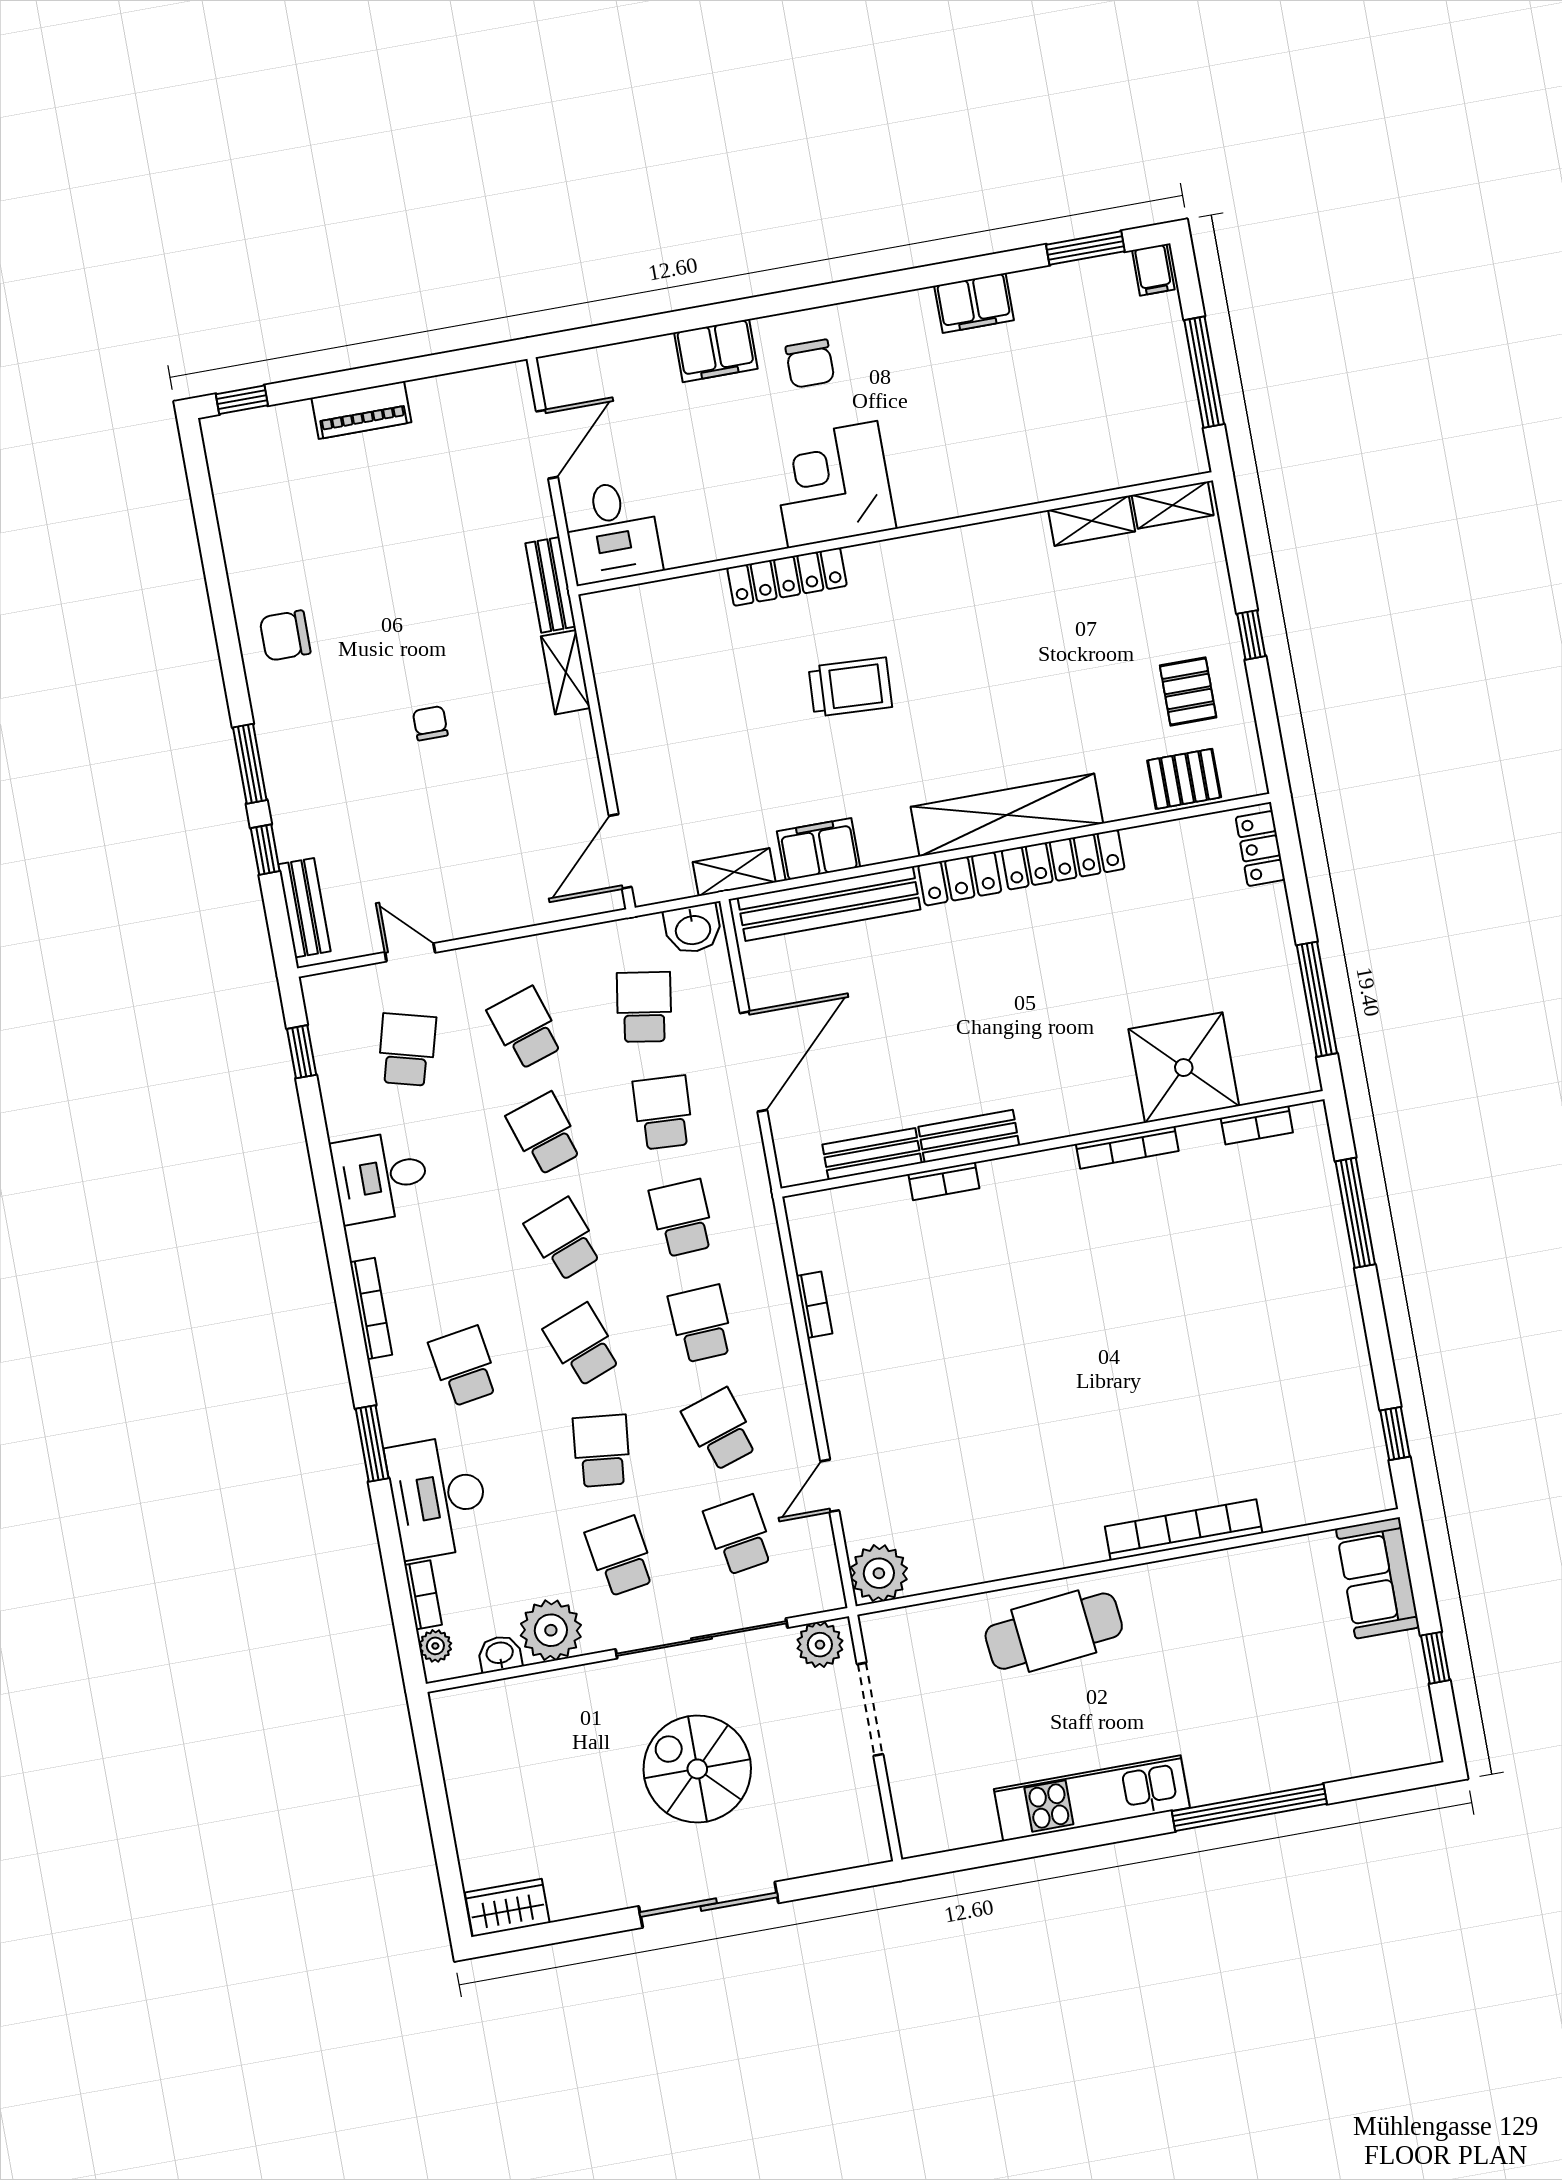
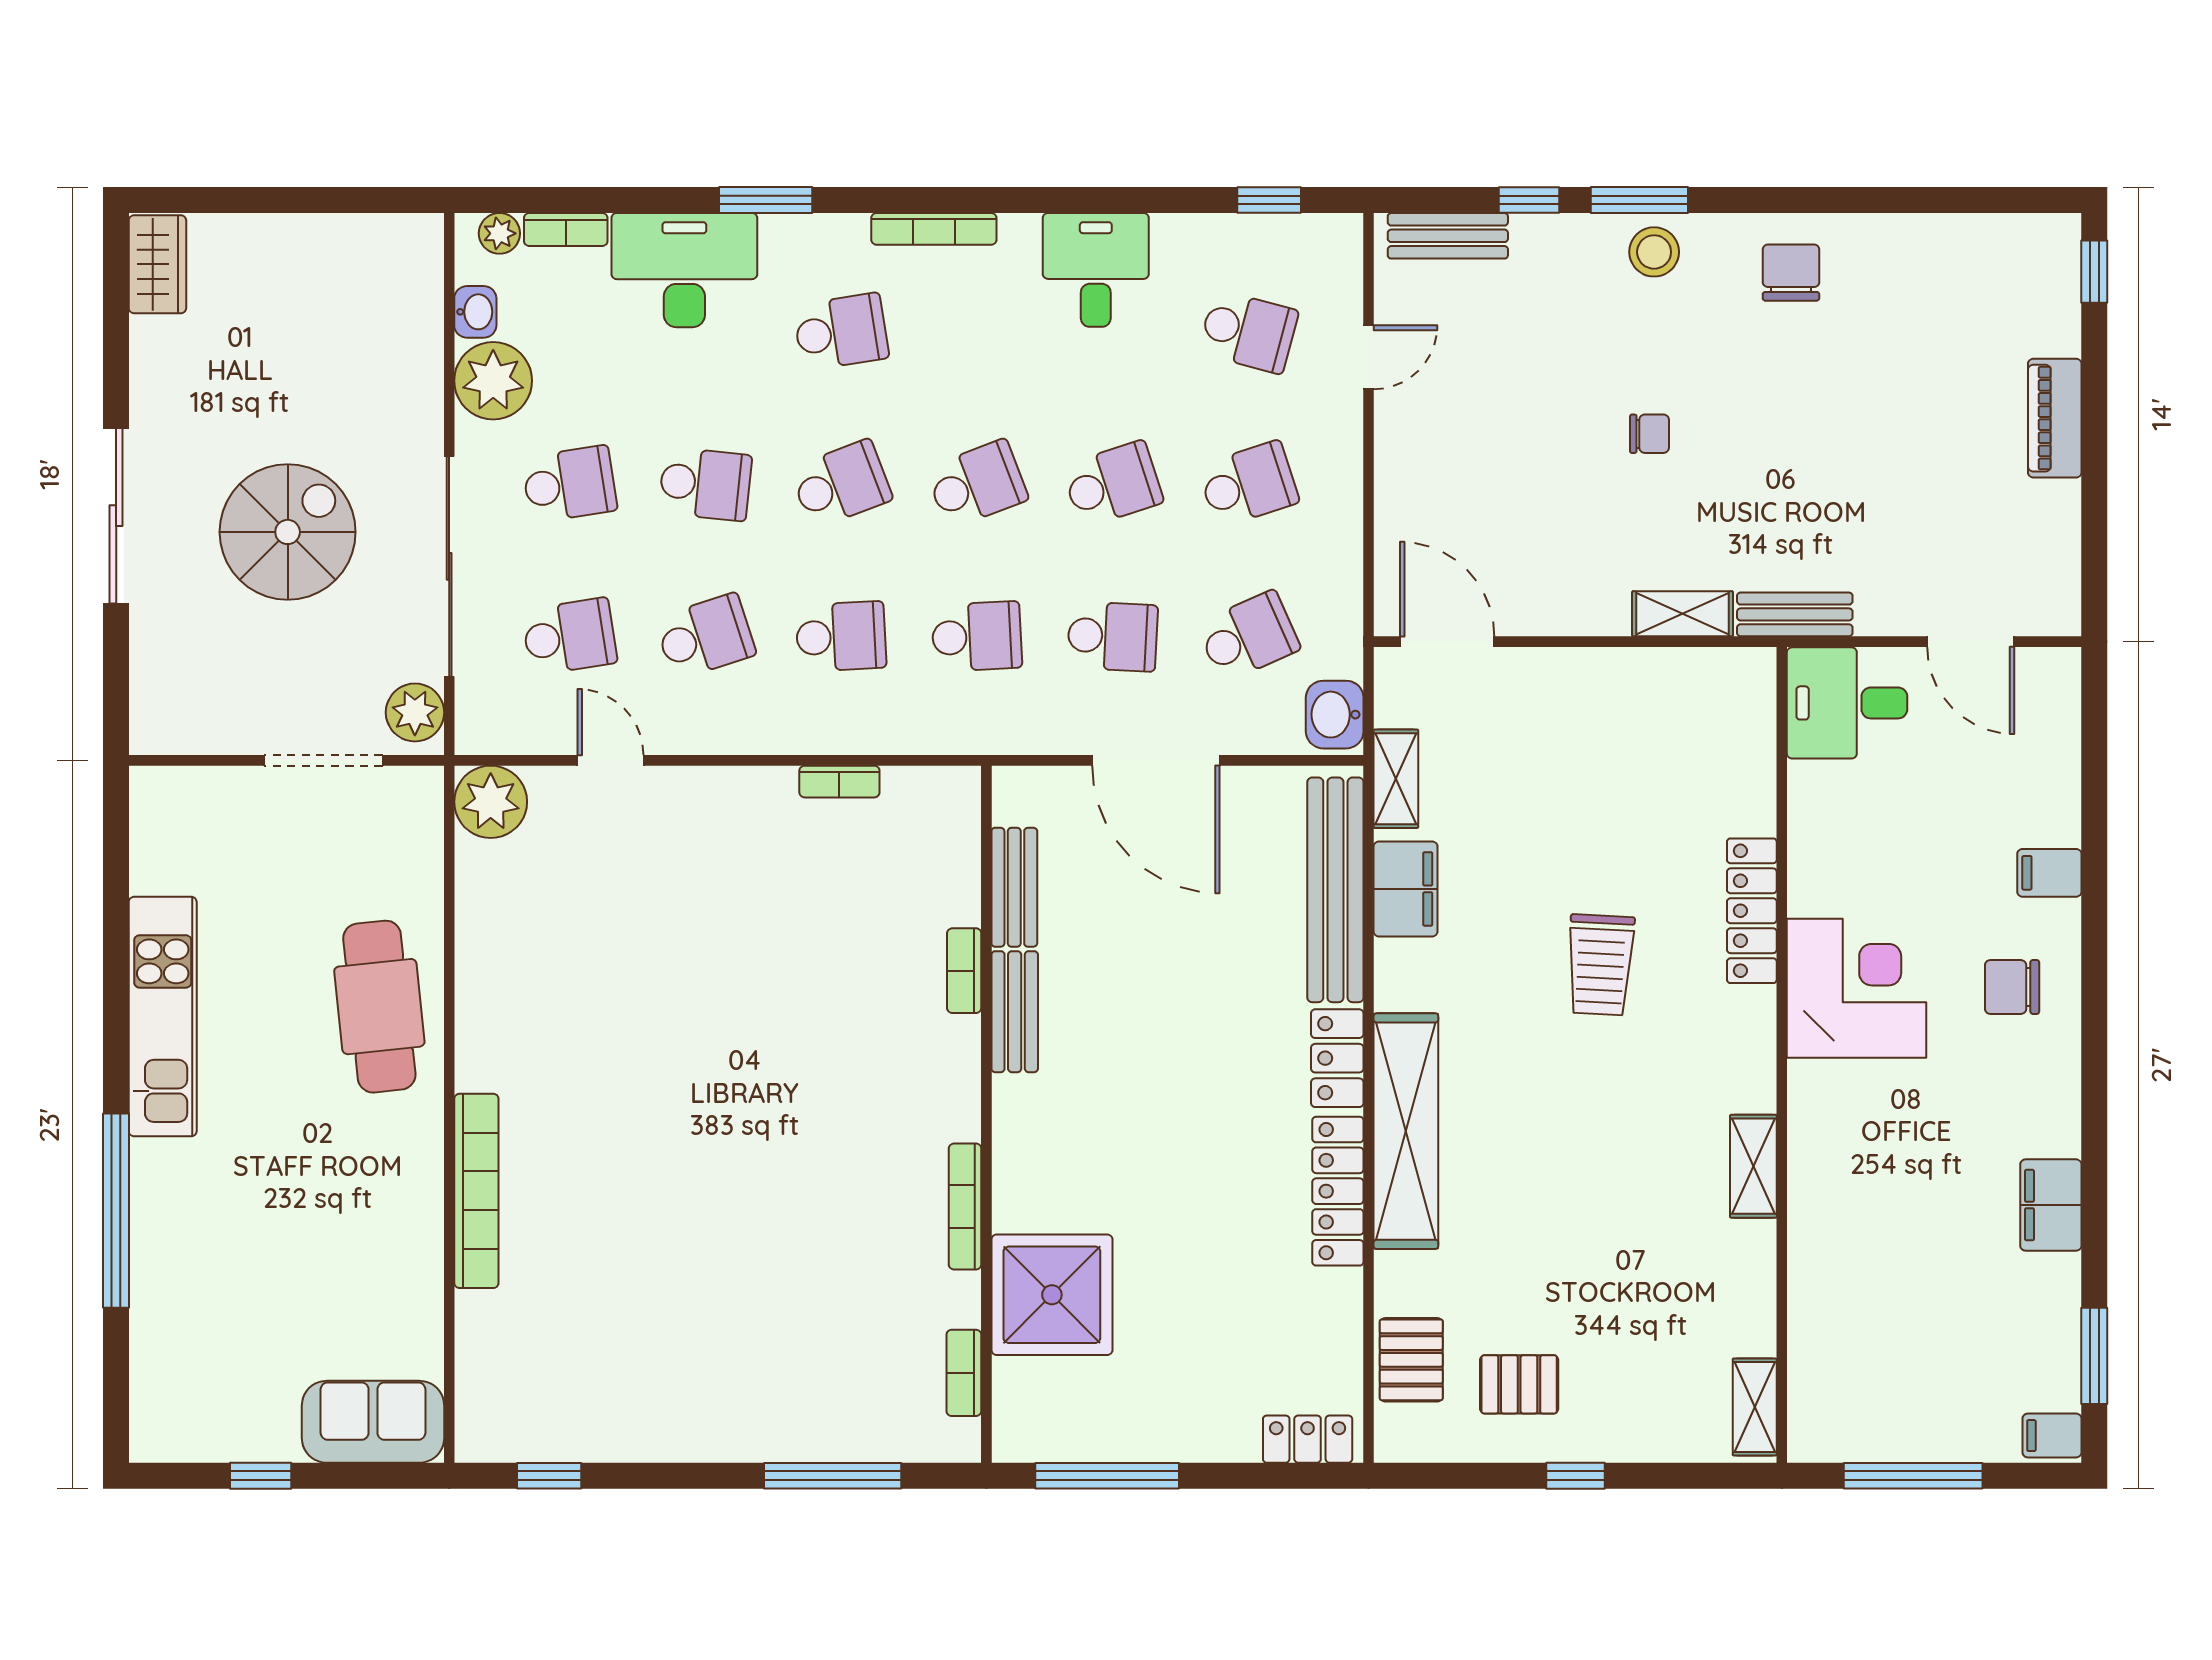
filing cabinet: (716, 351) -> (2049, 873), width x0.50
shelving: (1092, 521) -> (1753, 1166), moved
stool: (288, 745) -> (1654, 252), added
school desk: (644, 1007) -> (1248, 636), turned -33

